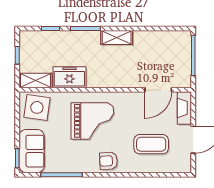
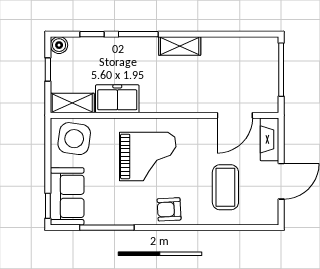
boiler: (25, 37) -> (59, 45), added
coffee table: (151, 144) -> (225, 187), turned 90

